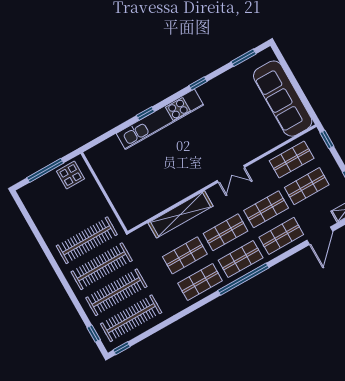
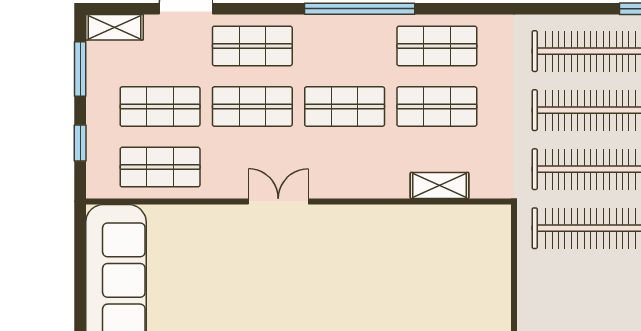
window: (327, 140) -> (80, 143), moved
shelving: (180, 214) -> (439, 186), width x0.45, depth x0.75
shop shelf: (241, 259) -> (345, 46), removed

